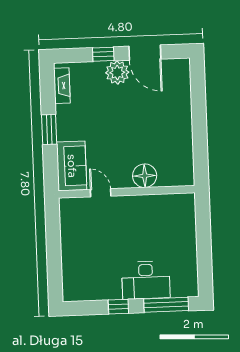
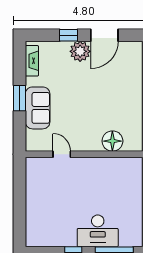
door: (145, 53) -> (104, 35), hinge flipped
sofa: (72, 166) -> (38, 108), moved
floor lamp: (145, 176) -> (112, 141), moved

